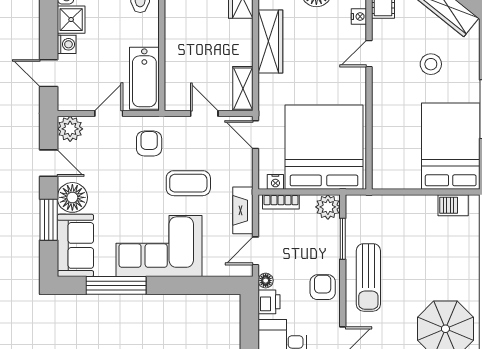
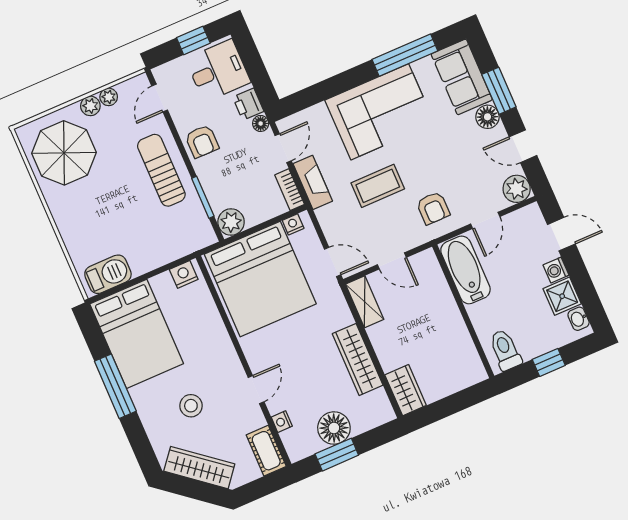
nightstand: (388, 180) -> (184, 274), added
floor lamp: (72, 197) -> (487, 117), width x0.73, depth x0.73
bookcase: (281, 202) -> (290, 190), moved, turned -90
barbecue: (453, 205) -> (108, 274), width x1.38, depth x1.27

